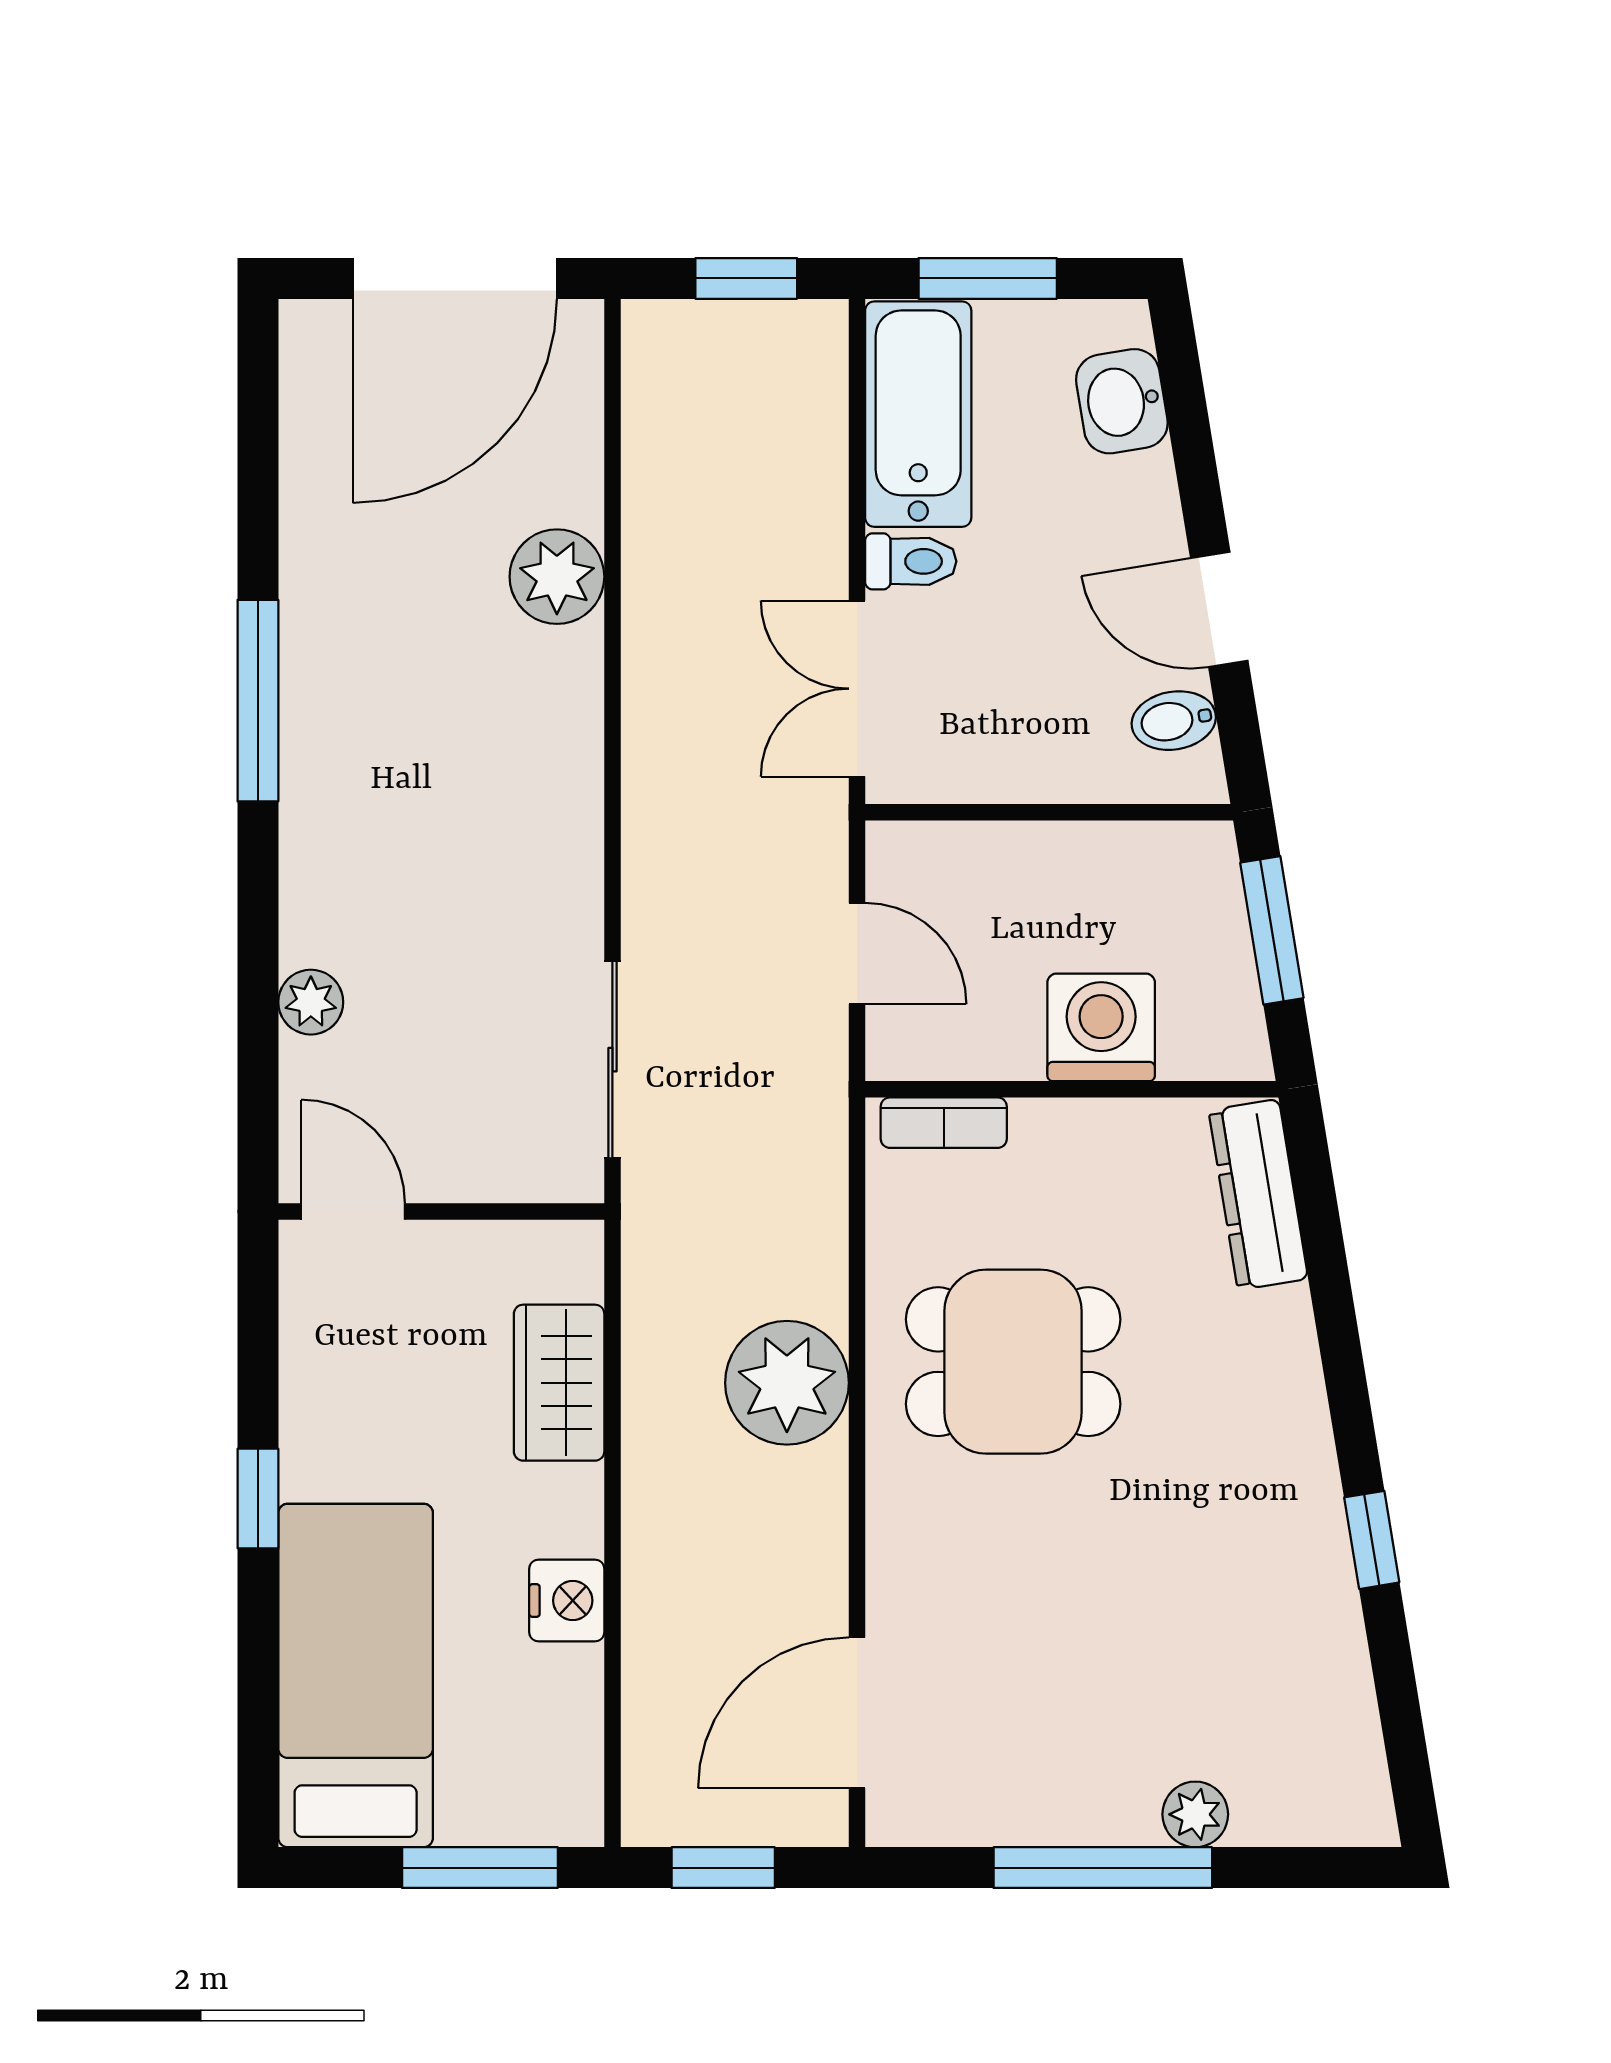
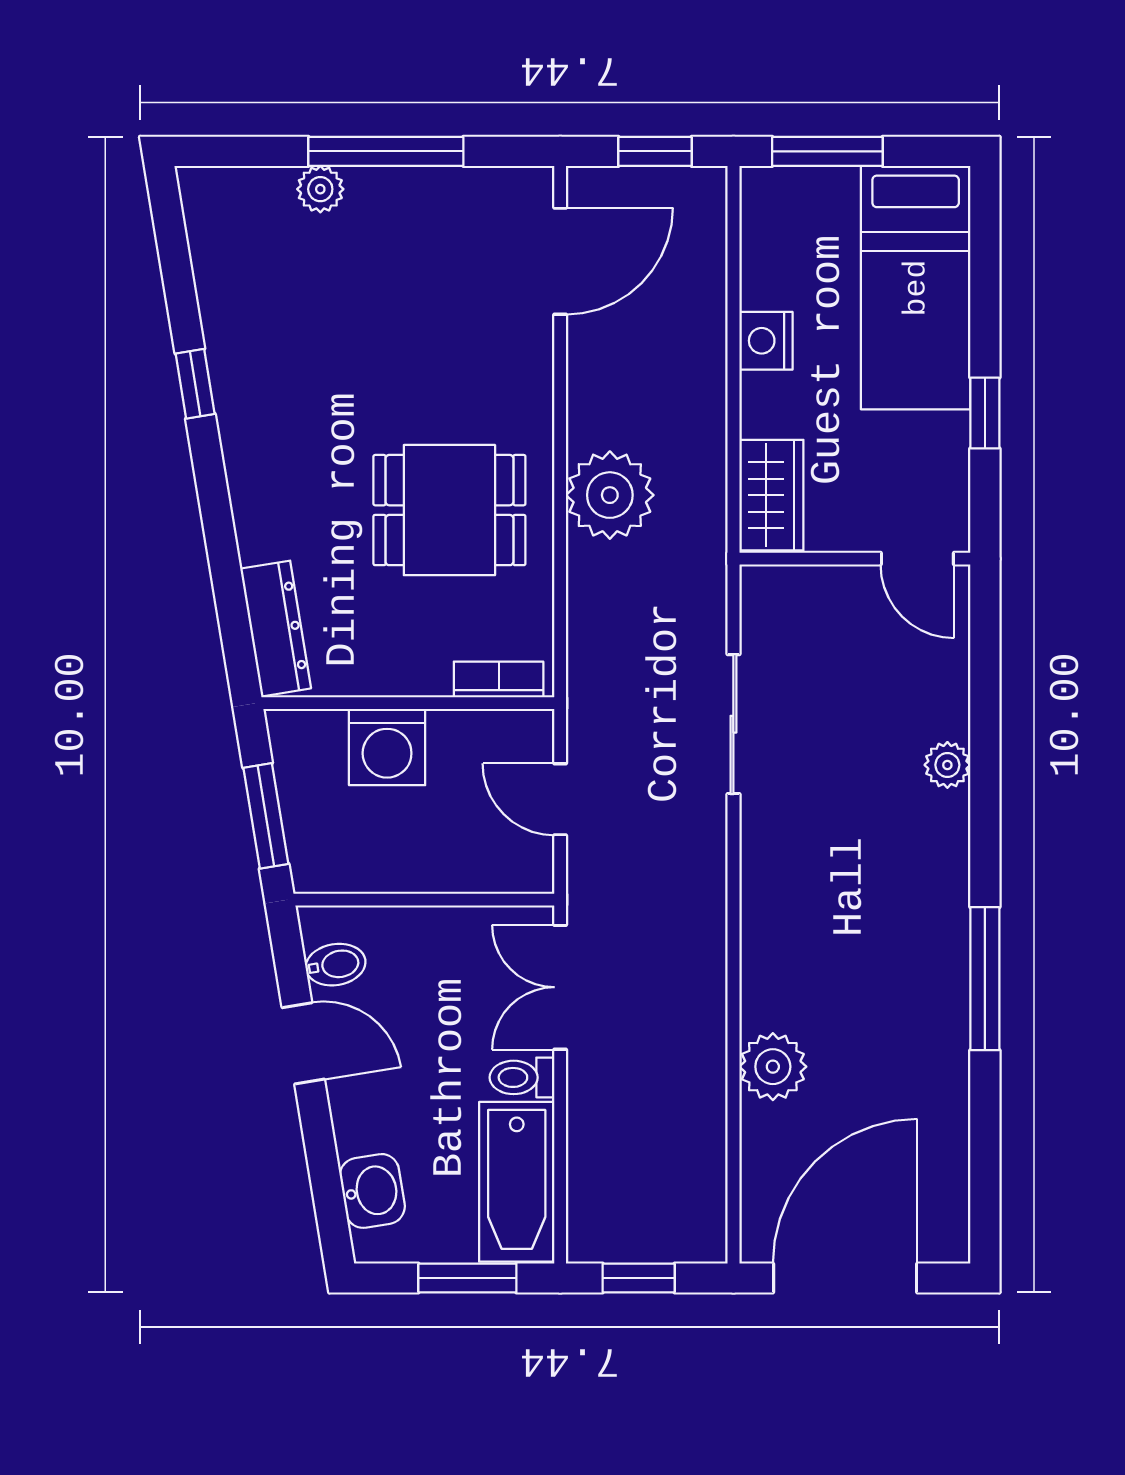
double door: (857, 689) -> (560, 987), swing flipped
door: (353, 1212) -> (917, 559), moved
wall: (441, 1212) -> (855, 559), moved

